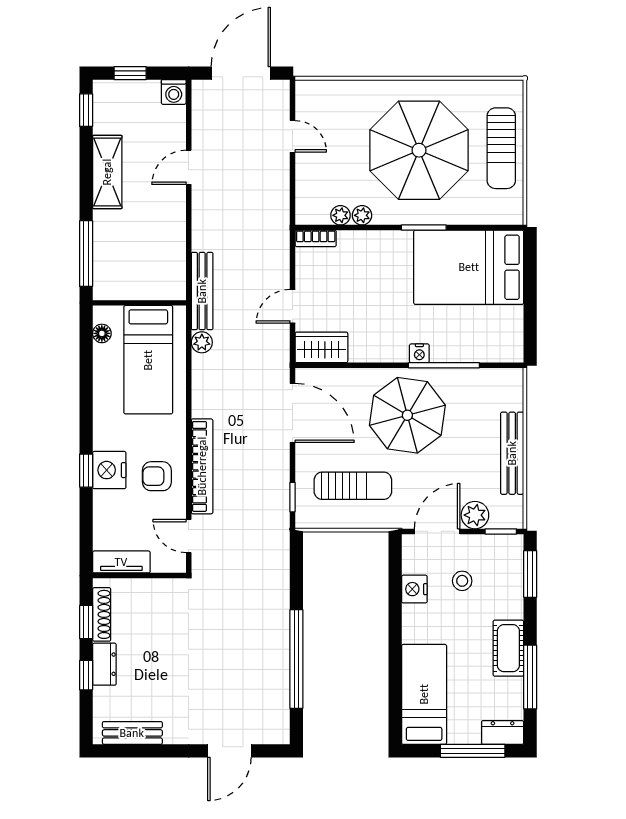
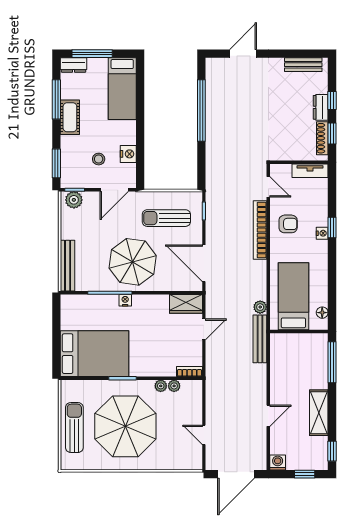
bench: (512, 453) -> (68, 266), moved
nightstand: (109, 470) -> (322, 233), width x0.53, depth x0.56
plant: (475, 515) -> (74, 200), moved

